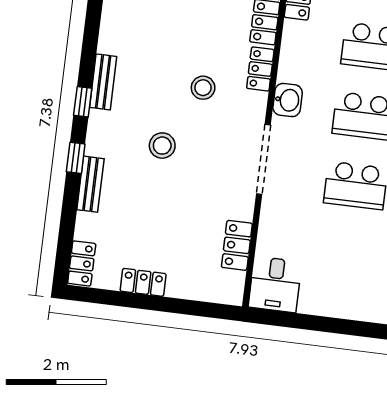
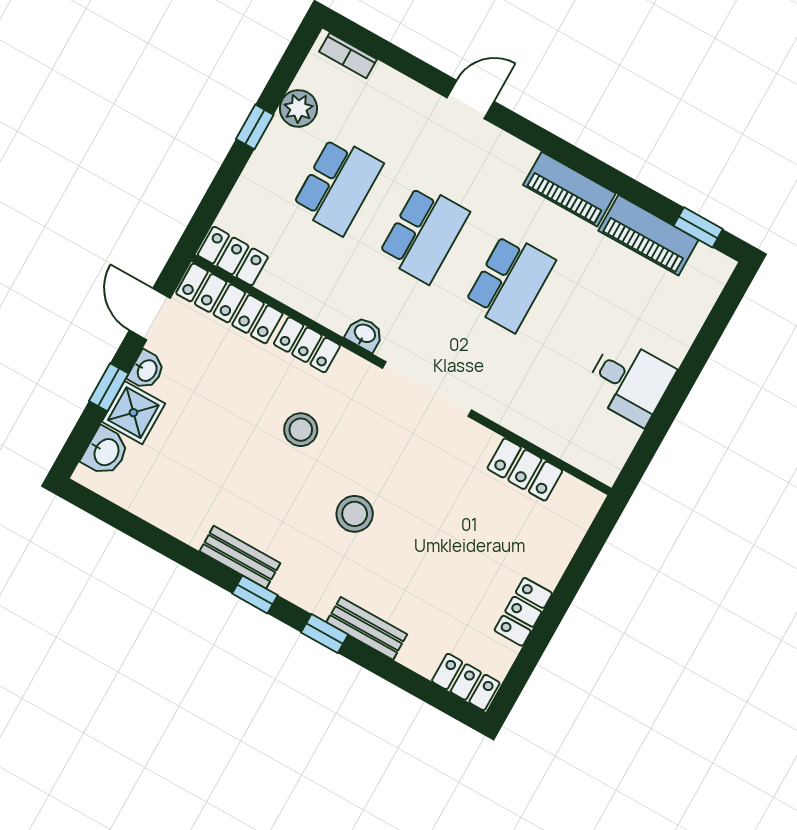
washbasin: (288, 100) -> (365, 334), width x0.72, depth x0.69
desk: (275, 284) -> (629, 381), moved

